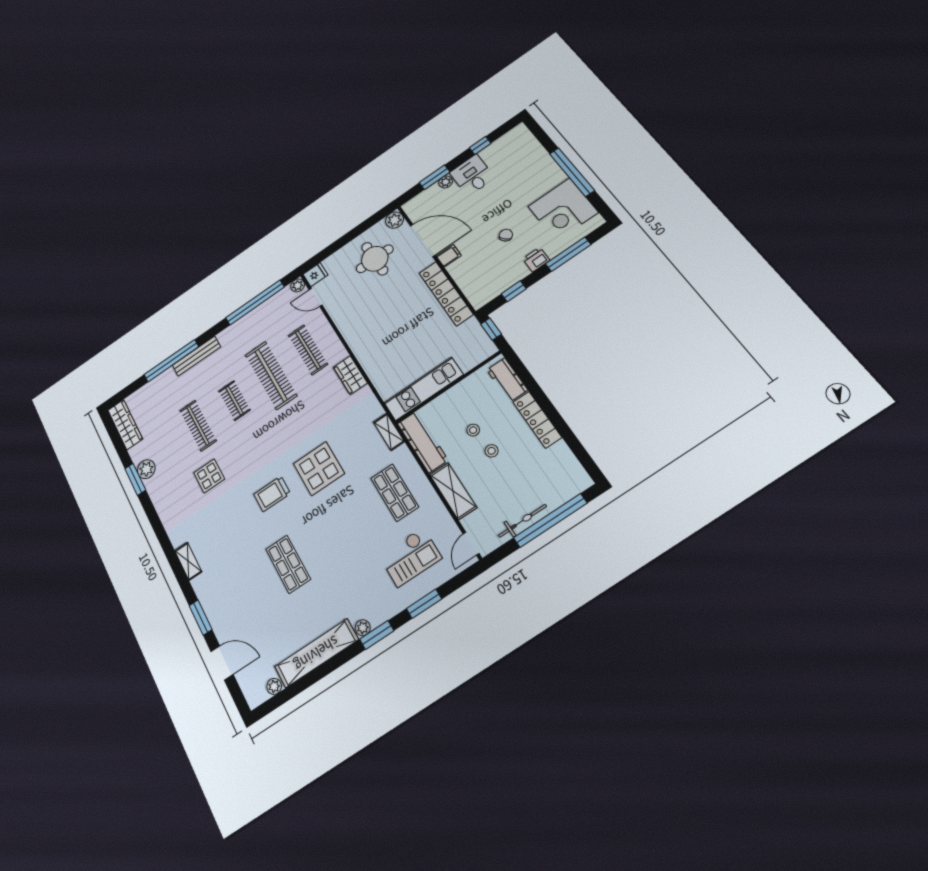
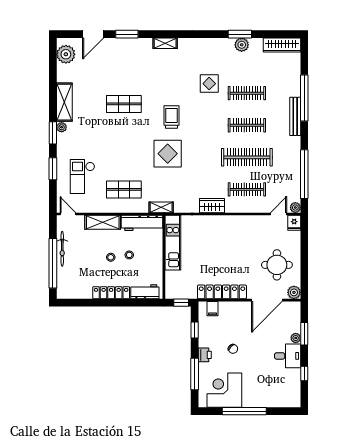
filing cabinet: (449, 256) -> (213, 309), moved
clothes rail: (234, 401) -> (247, 125), width x1.36
shelving: (316, 653) -> (64, 102), width x0.68
plant: (274, 686) -> (66, 54), width x1.88, depth x1.88

